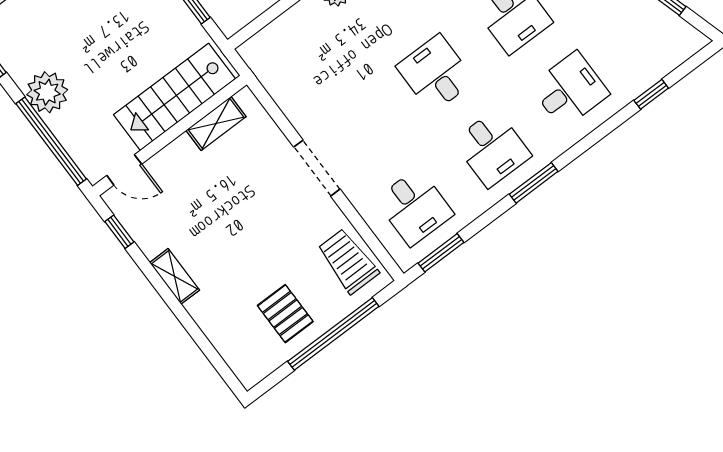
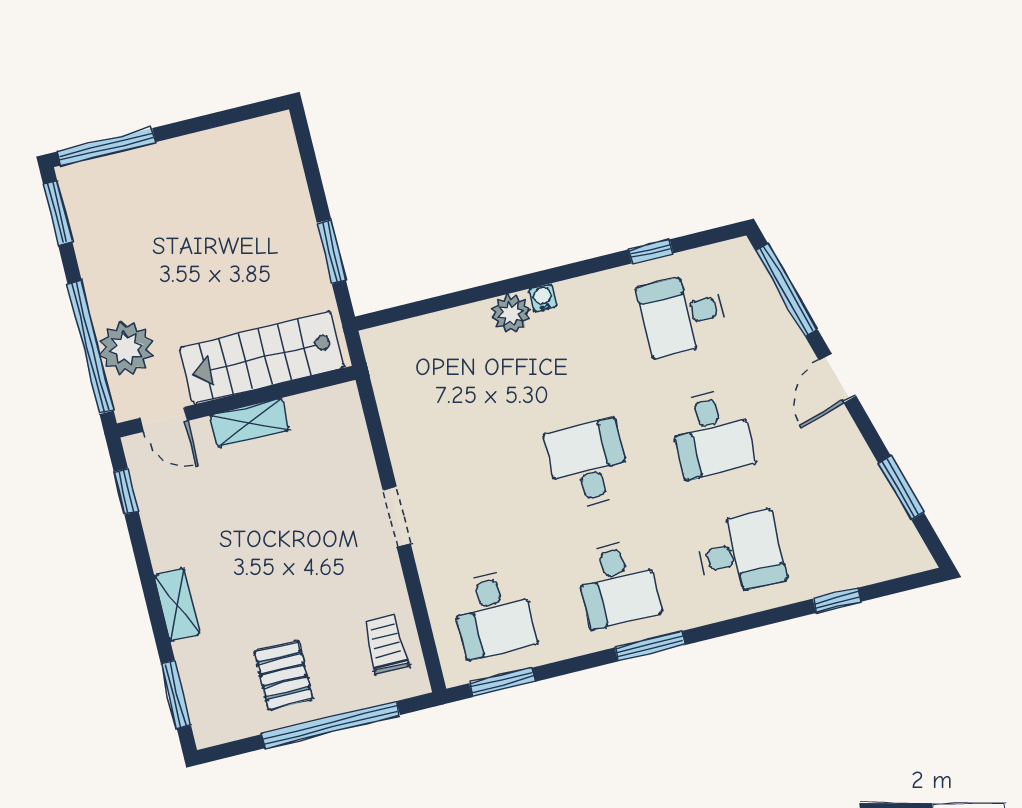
plant: (47, 92) -> (126, 348), moved
shelving: (216, 123) -> (250, 423), moved
doorway: (317, 168) -> (397, 517), width x0.73
trolley: (348, 261) -> (386, 645), width x0.73, depth x0.72
shelving: (175, 276) -> (177, 605), moved
window: (215, 359) -> (176, 694), added

